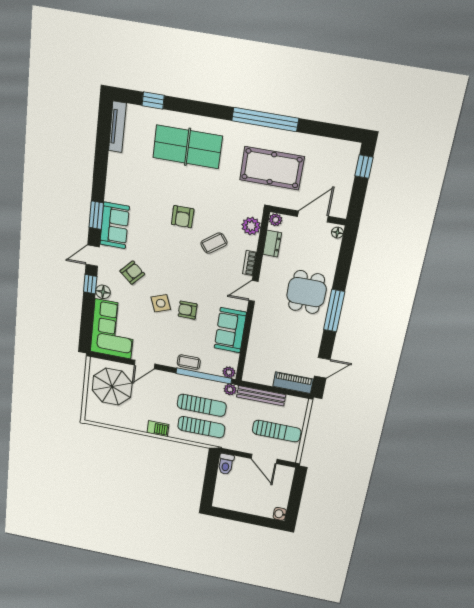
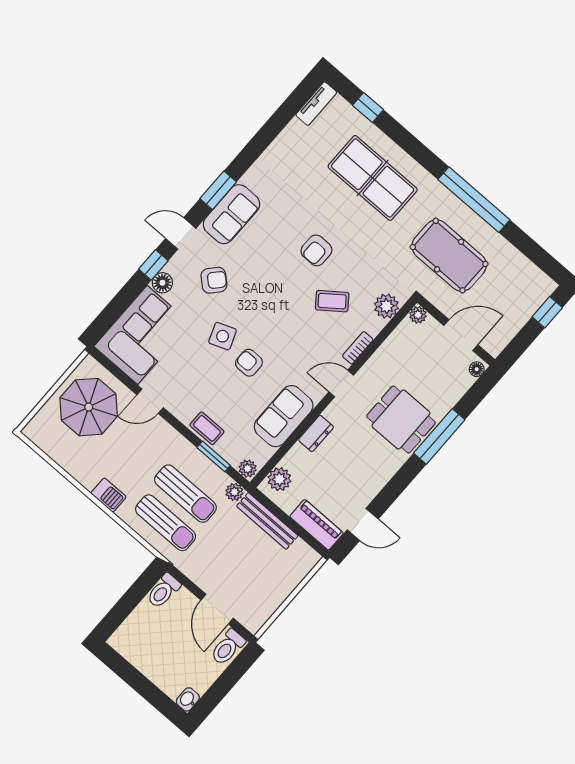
tv unit: (117, 127) -> (316, 104), width x0.71
dresser: (272, 244) -> (316, 433), moved
dining table: (306, 292) -> (401, 420), turned 90
window: (334, 311) -> (439, 436), moved
plant: (252, 368) -> (279, 479), added
window: (204, 376) -> (214, 456), width x0.47
sun lounger: (277, 431) -> (257, 579), removed
toilet: (284, 476) -> (228, 647), added

